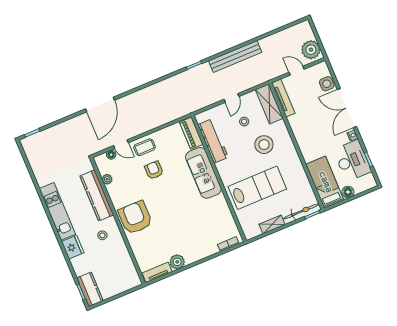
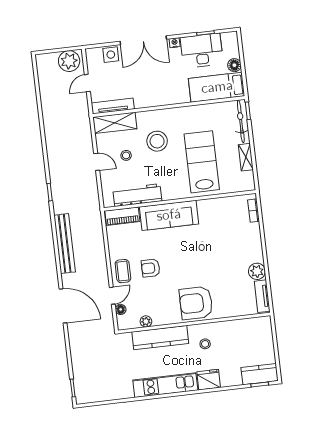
bench: (235, 57) -> (65, 244), moved

